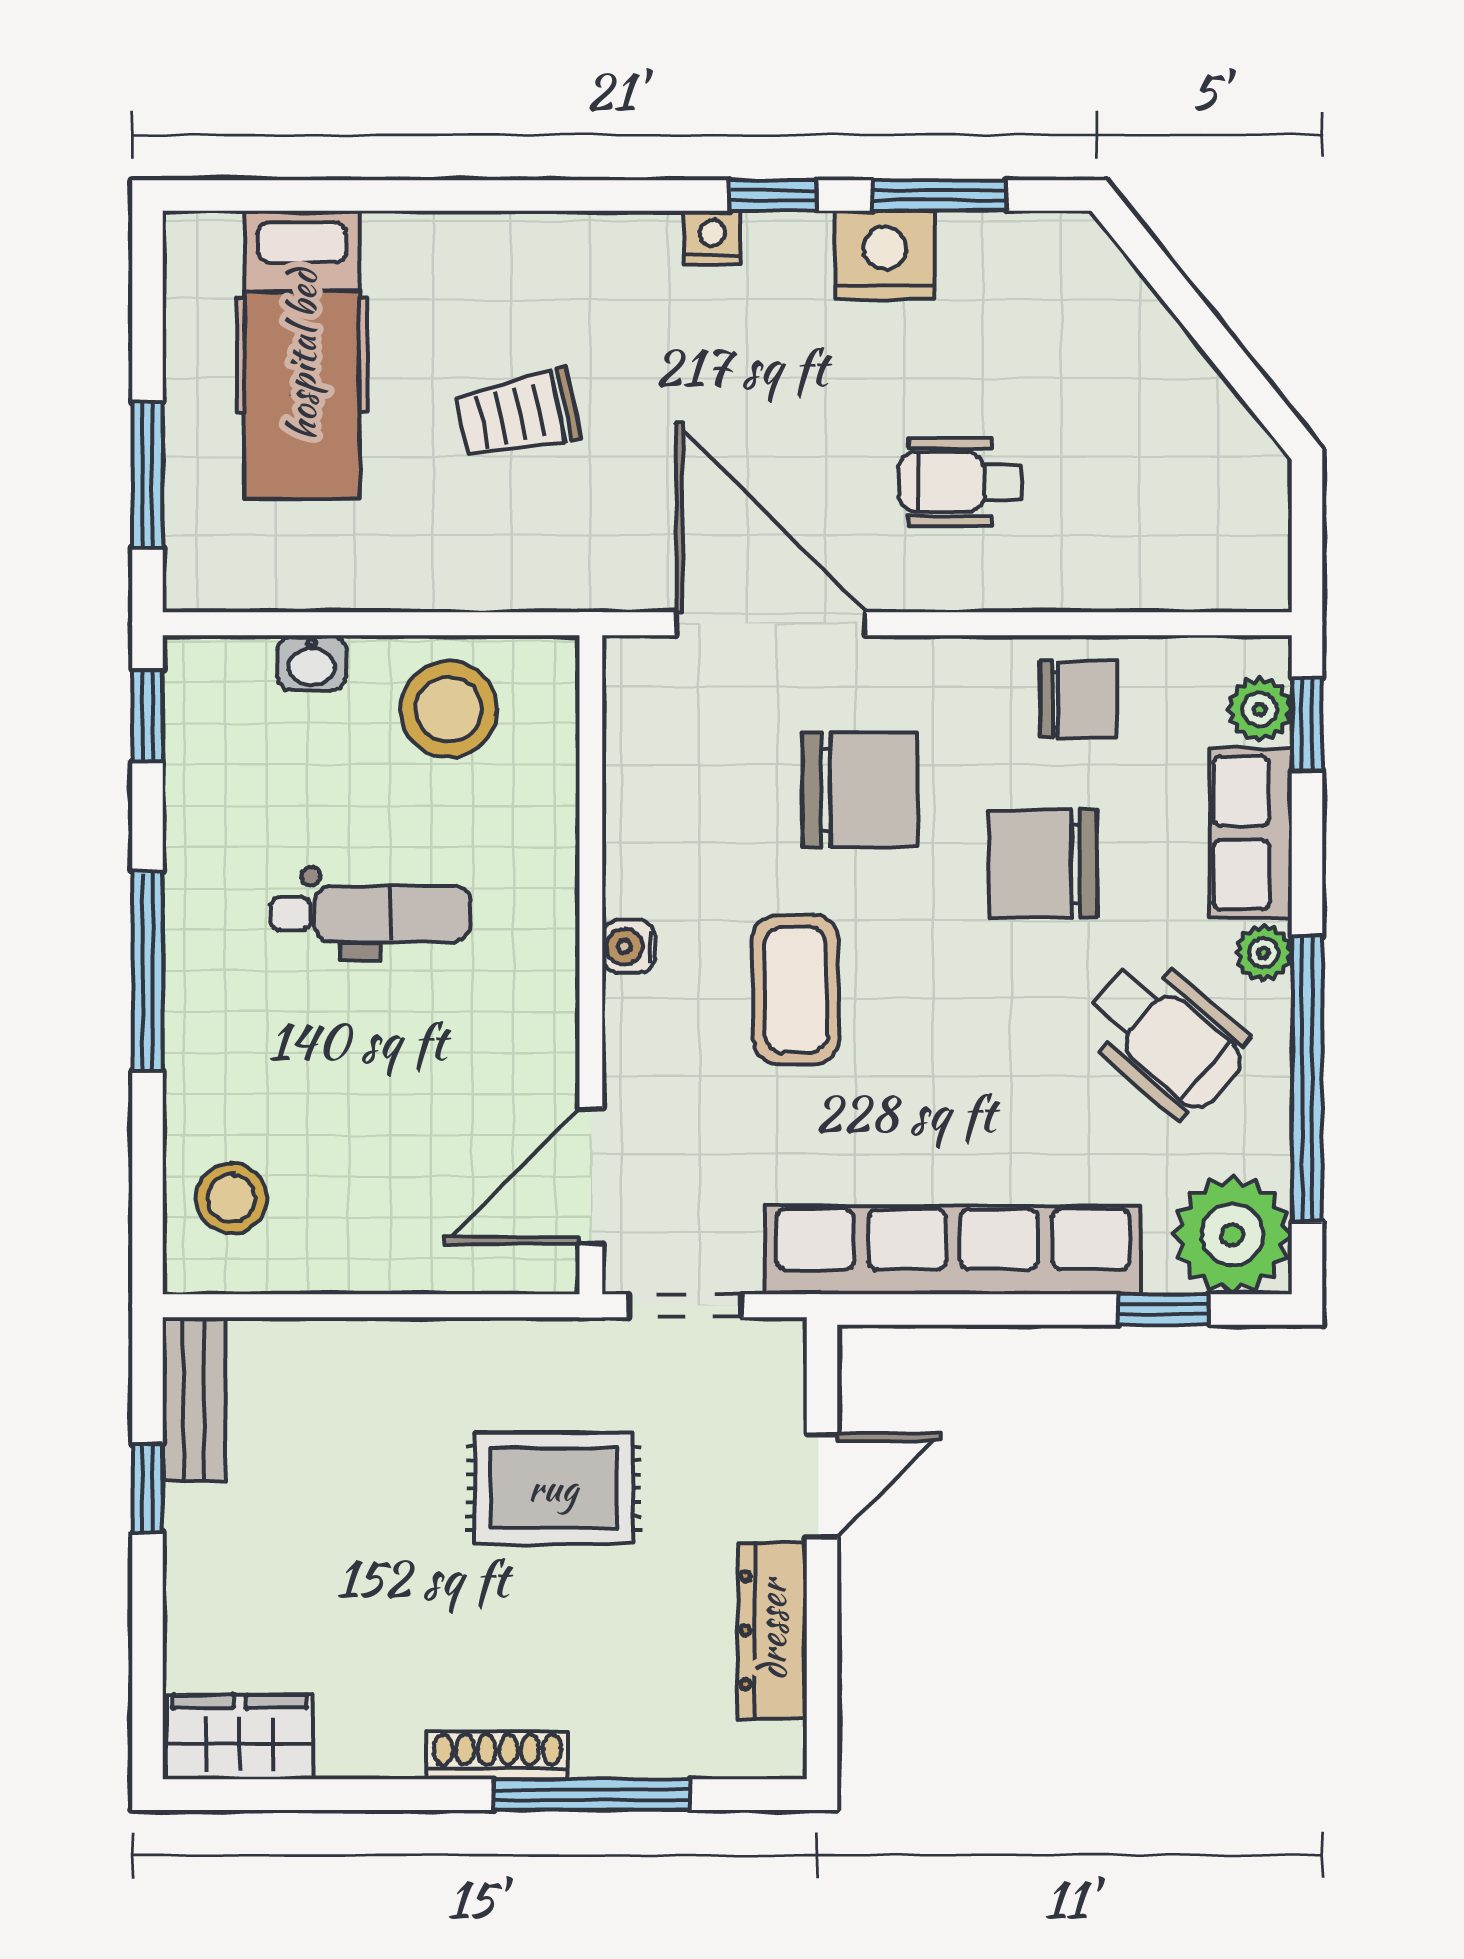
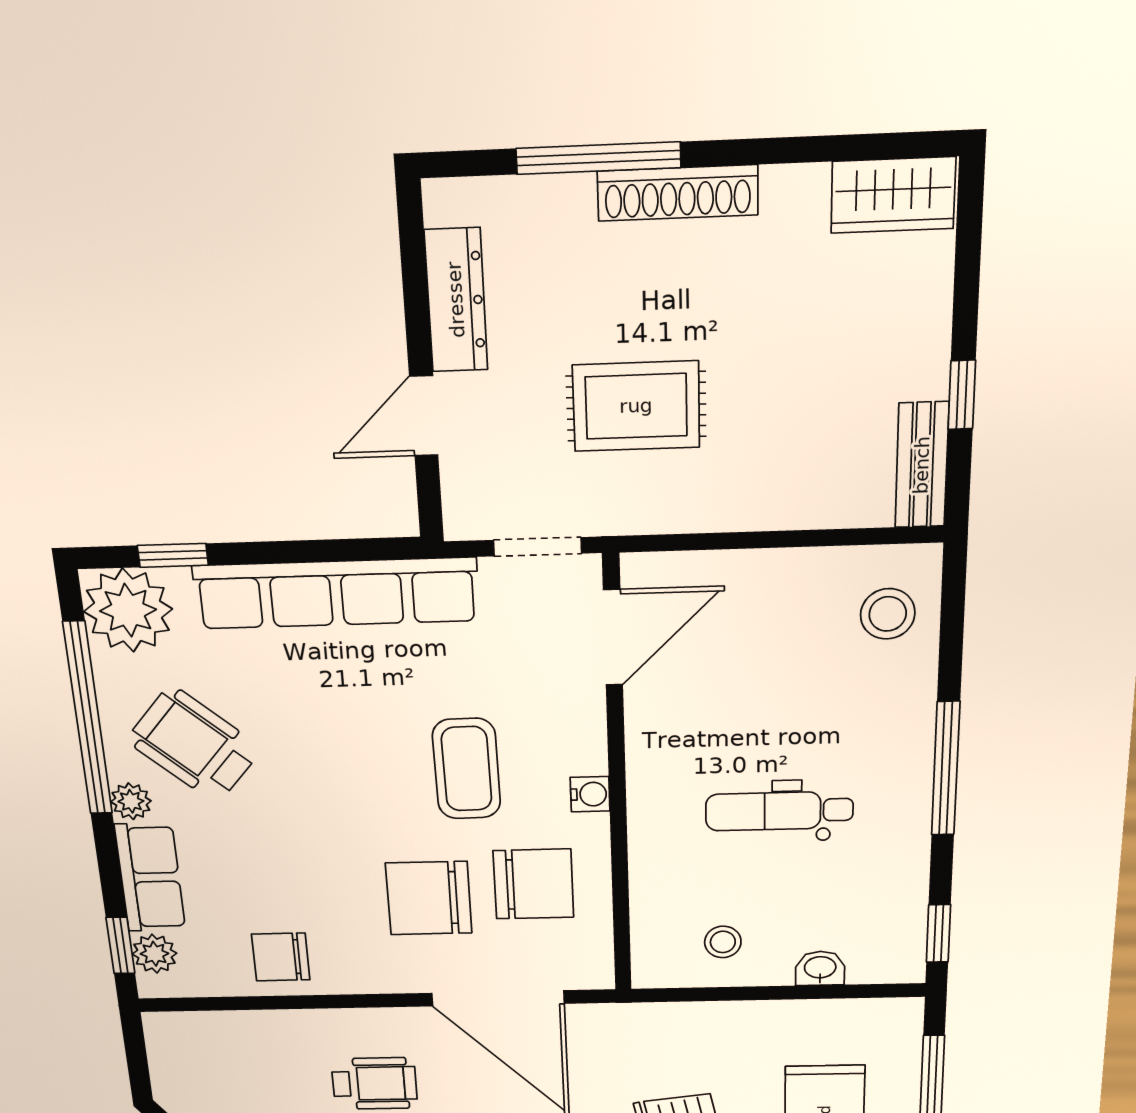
stool: (449, 709) -> (723, 942), width x0.53, depth x0.53
chair: (1043, 864) -> (533, 884), moved
shoe rack: (498, 1755) -> (678, 193), width x1.36, depth x1.24

